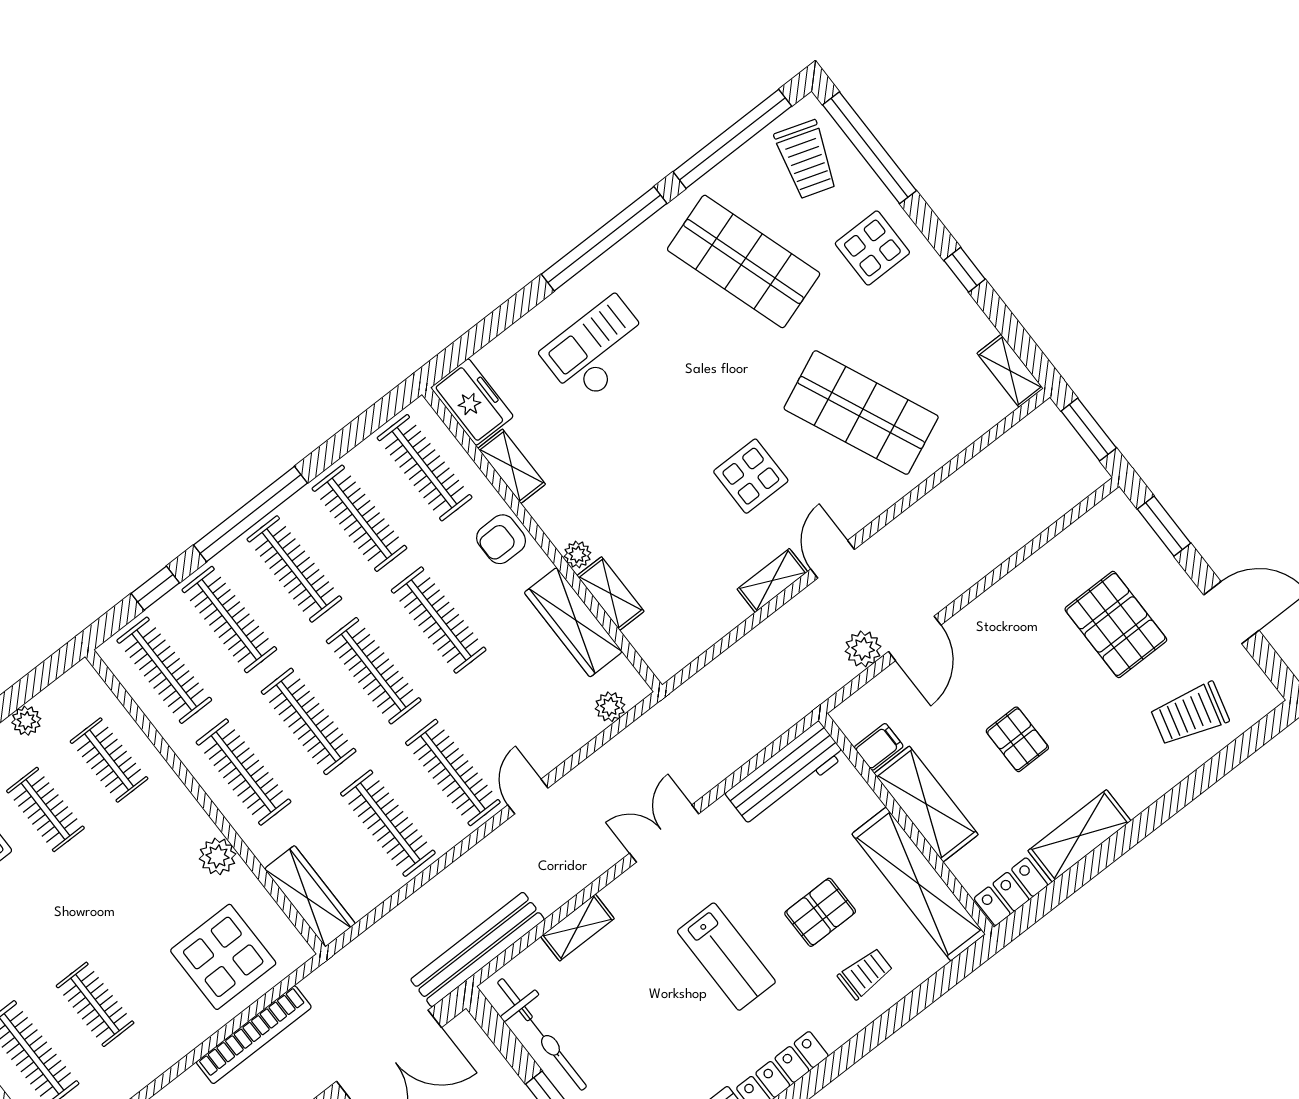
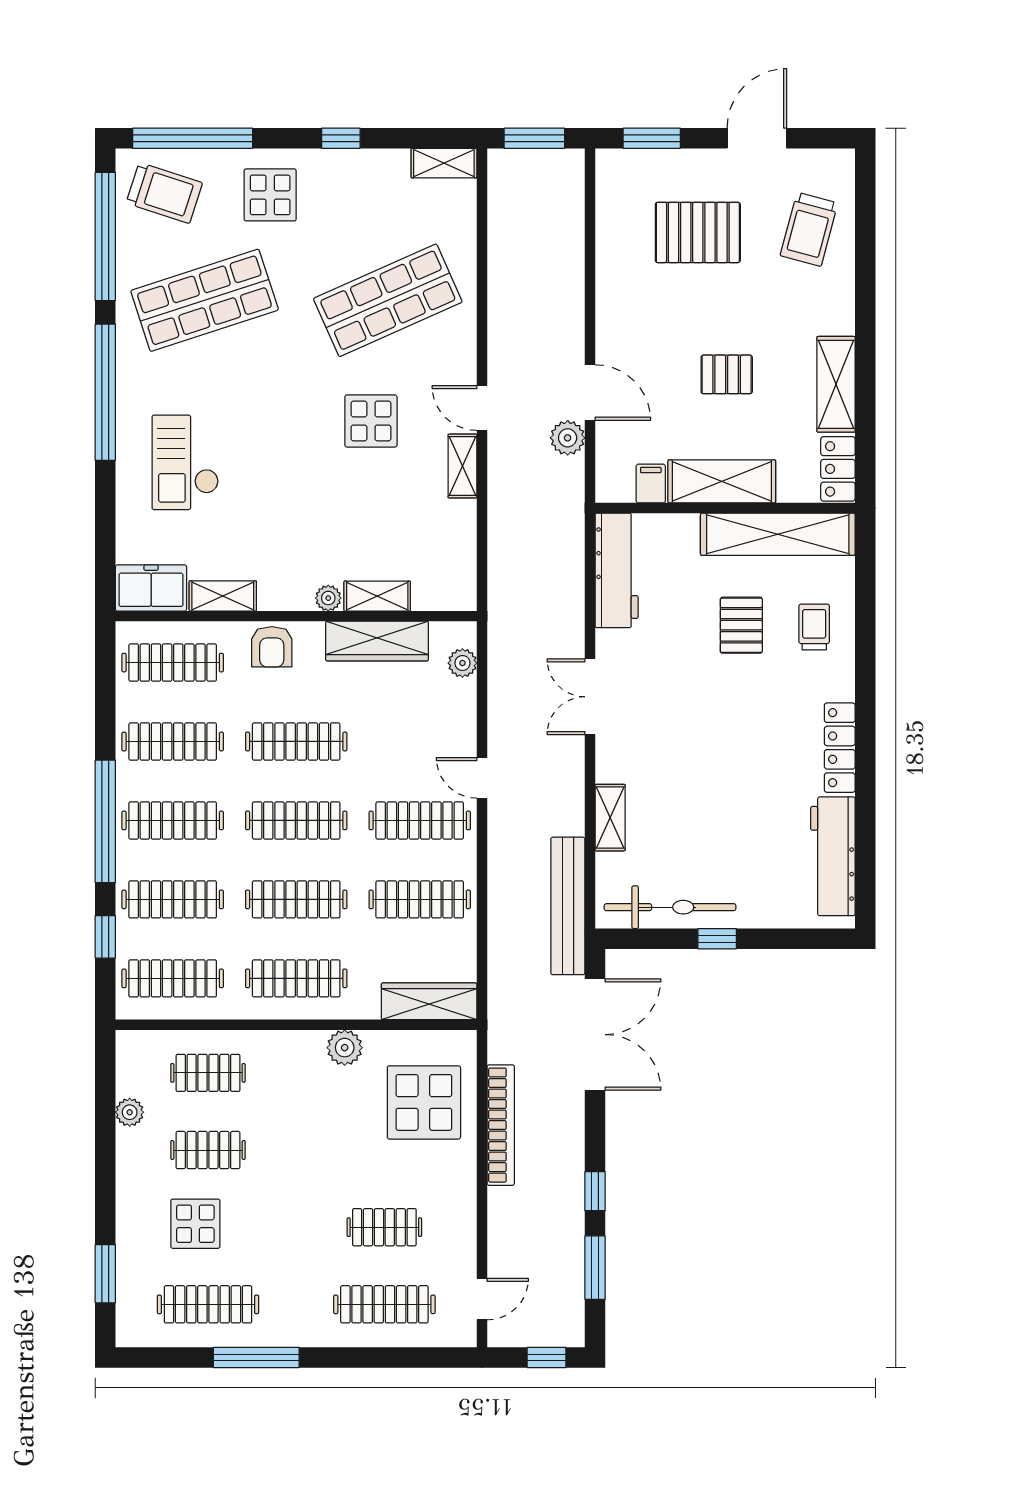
lab bench: (726, 957) -> (720, 722), removed

